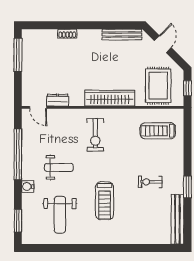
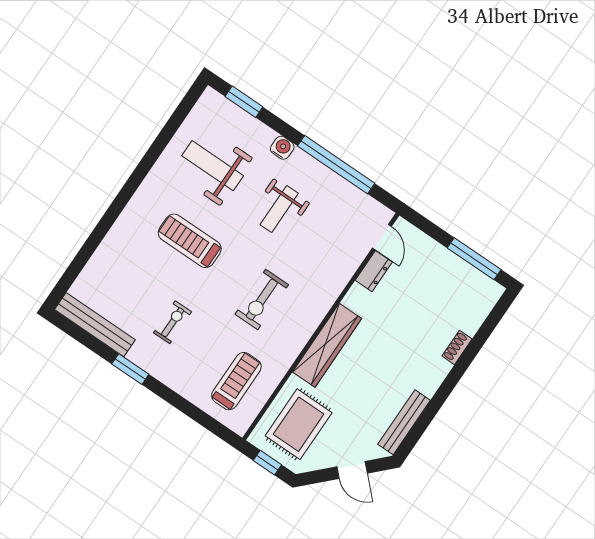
rug: (158, 86) -> (299, 424), turned 90
door: (38, 107) -> (382, 237), swing flipped
exercise bike: (95, 135) -> (262, 300), moved, turned -90

